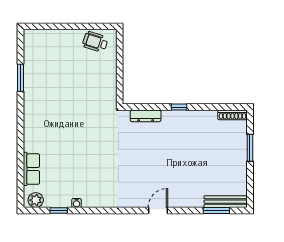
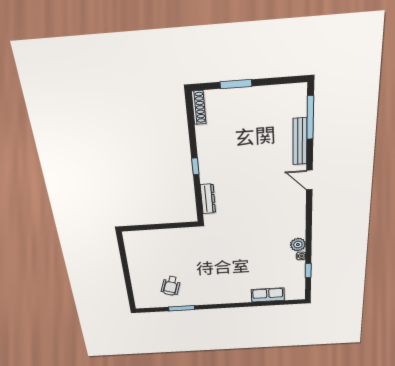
wheelchair: (95, 42) -> (171, 286), moved
plant: (36, 200) -> (298, 245), moved
bench: (226, 202) -> (300, 141), moved
window: (216, 210) -> (310, 118), width x1.44

